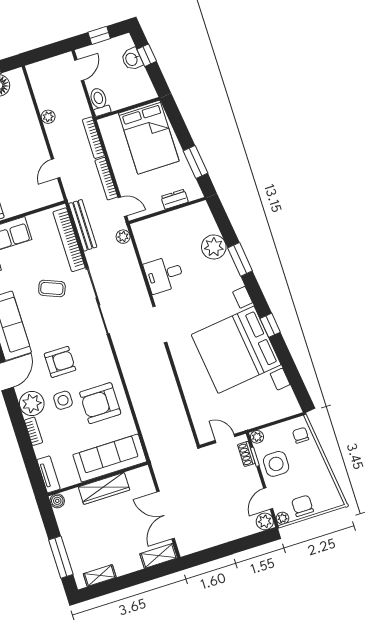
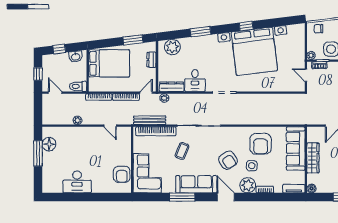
washbasin: (132, 59) -> (76, 57), moved
dresser: (143, 242) -> (172, 87), added
plant: (214, 247) -> (172, 47), moved
armchair: (60, 362) -> (228, 160), turned 146
door: (225, 439) -> (306, 75), hinge flipped

